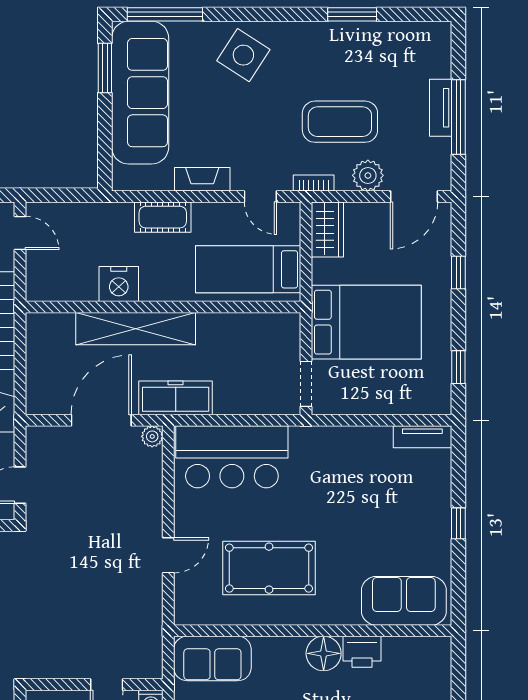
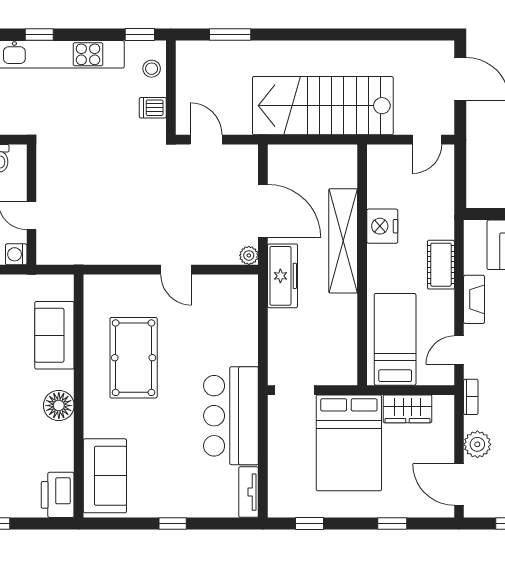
wardrobe: (327, 229) -> (408, 409), moved
bar counter: (232, 457) -> (231, 416), moved
door: (168, 555) -> (176, 270), moved
printer: (362, 652) -> (58, 495), moved, width x1.37, depth x1.19
sofa: (212, 658) -> (54, 335), moved

